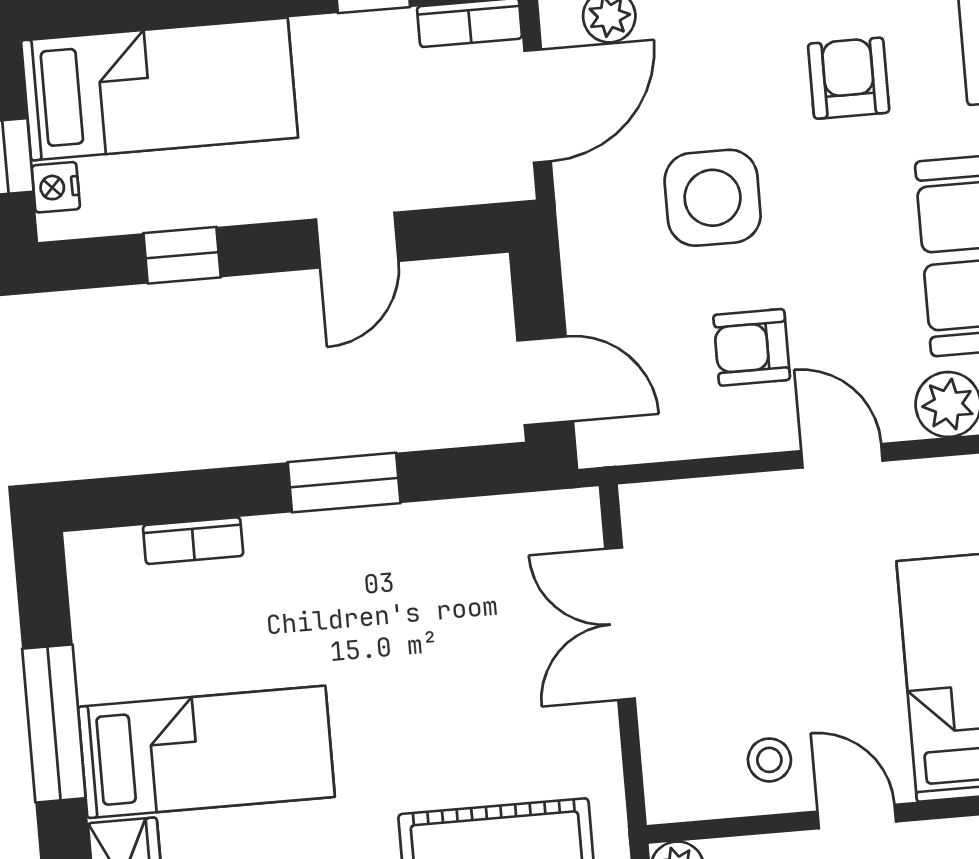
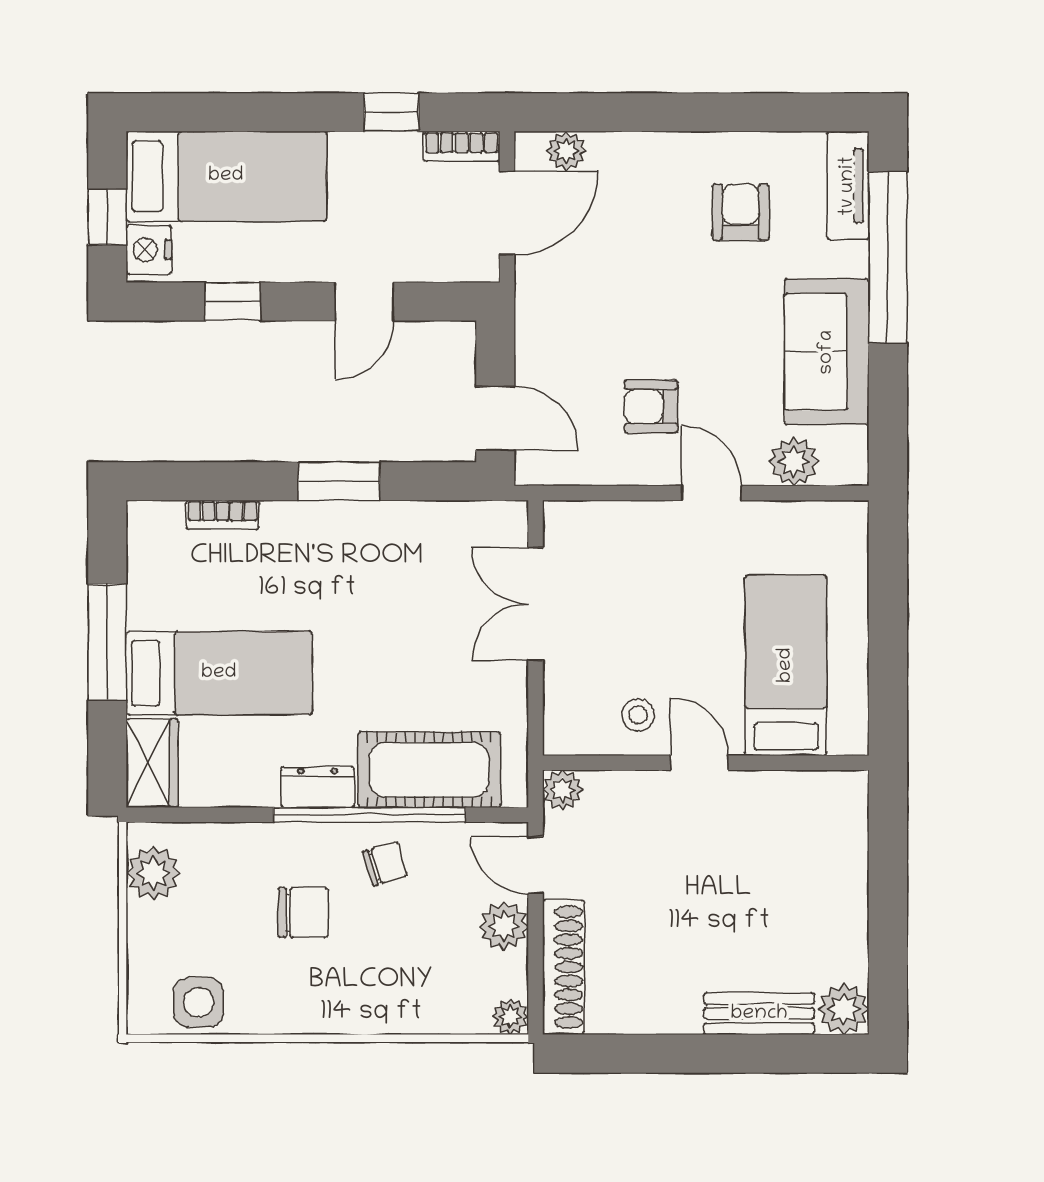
nightstand: (56, 187) -> (149, 250), width x1.39, depth x1.35
side table: (713, 198) -> (632, 293), removed

